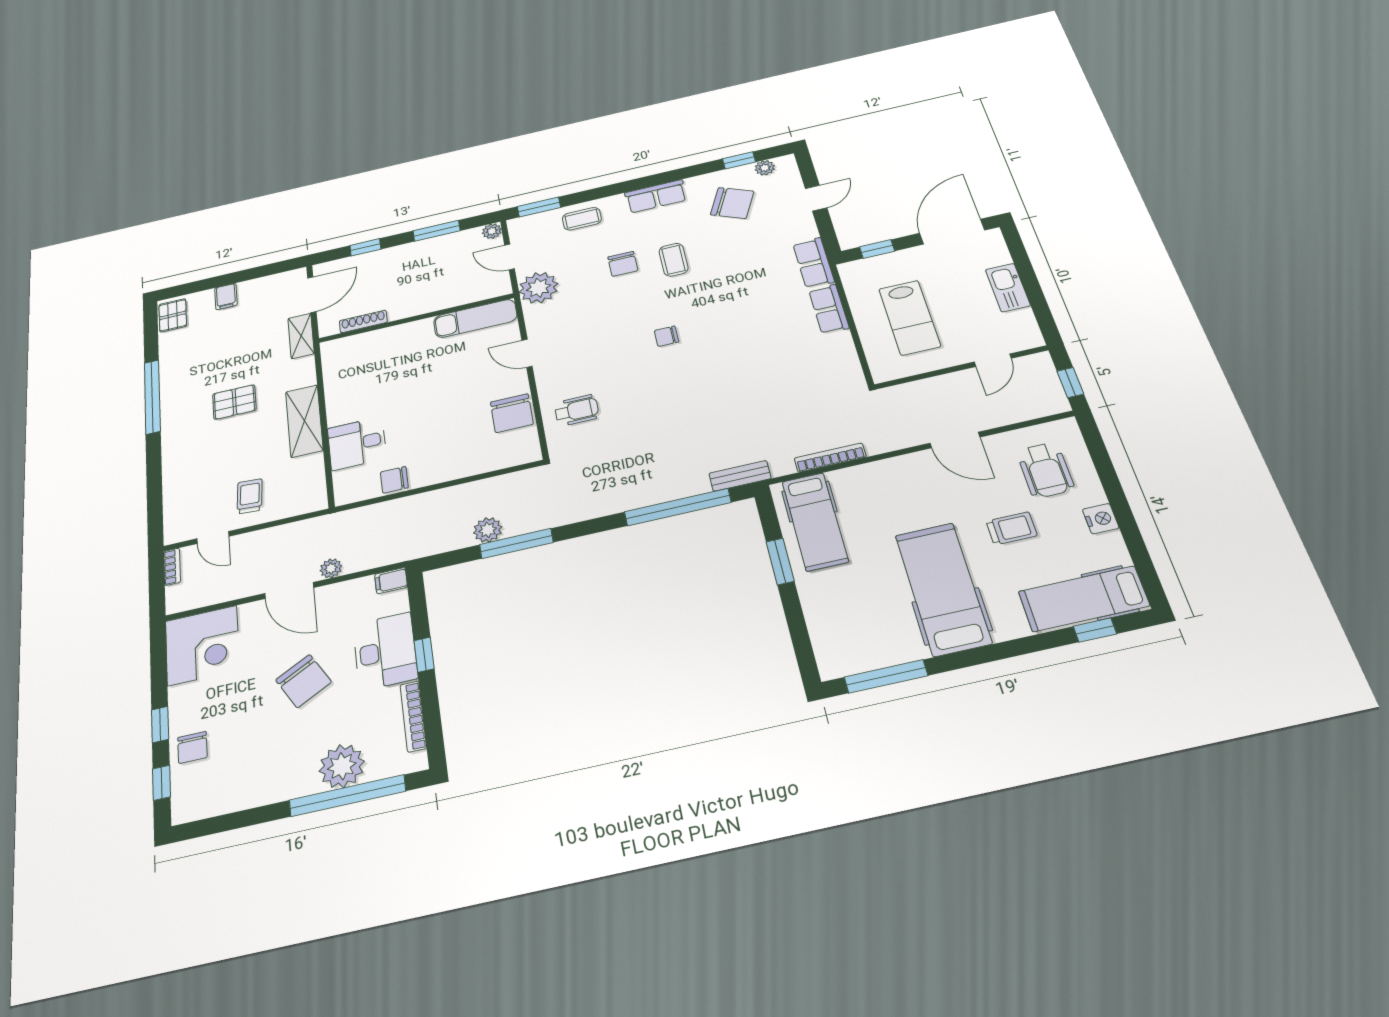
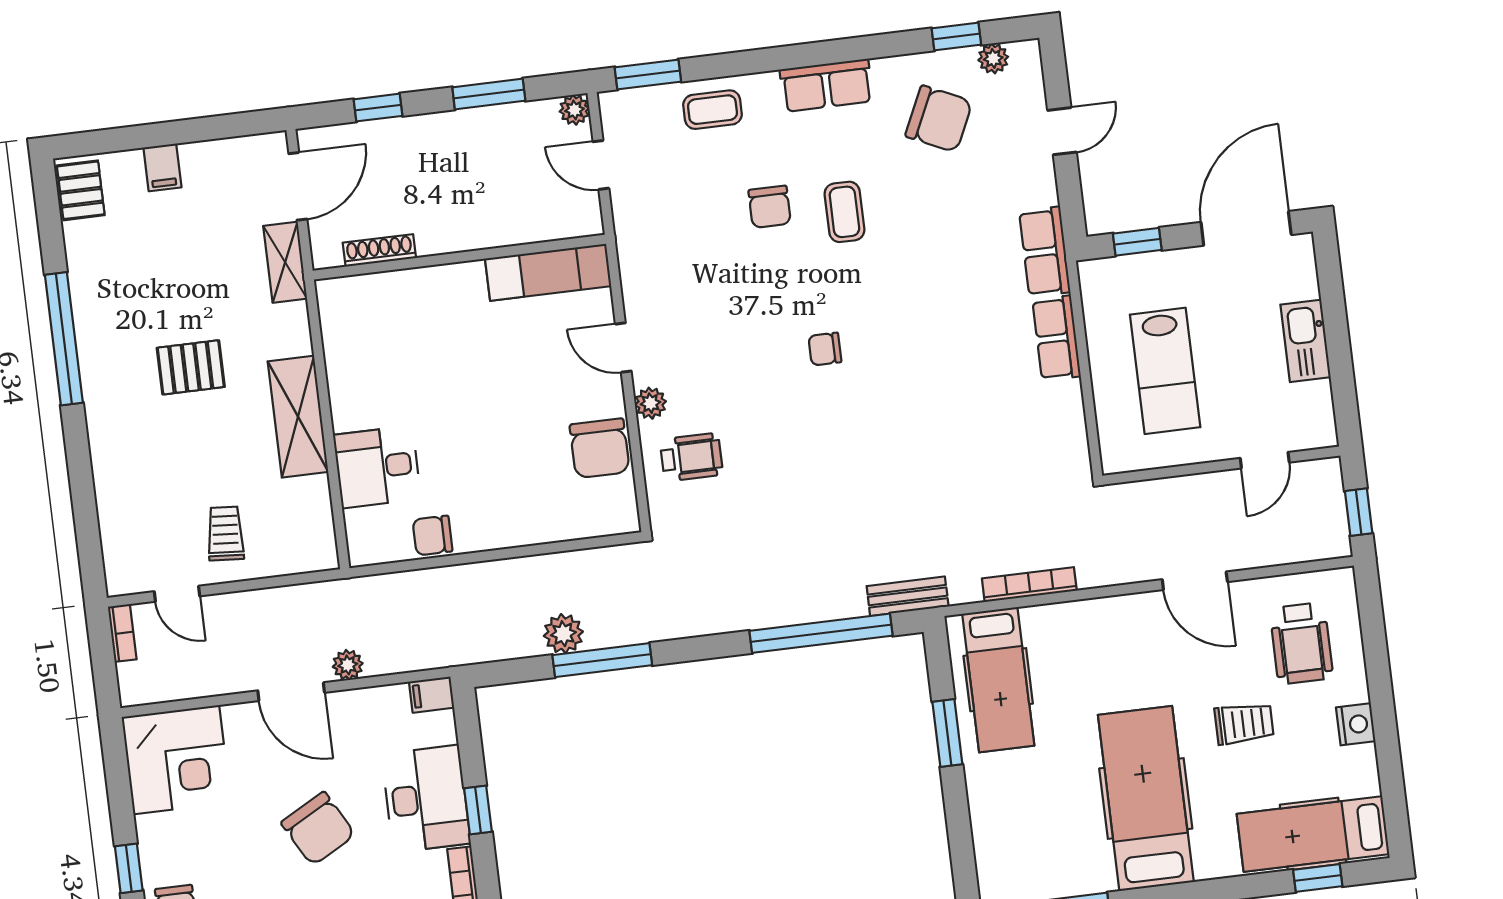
plant: (539, 288) -> (650, 403), moved, width x0.53, depth x0.53

